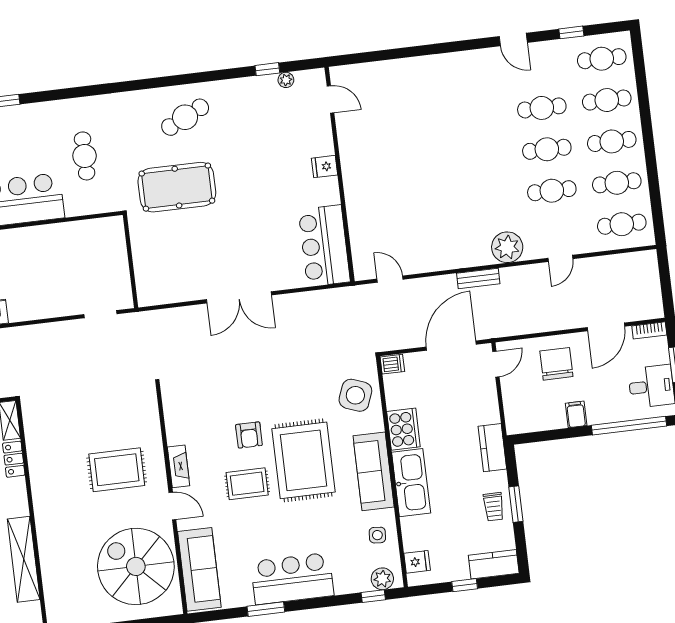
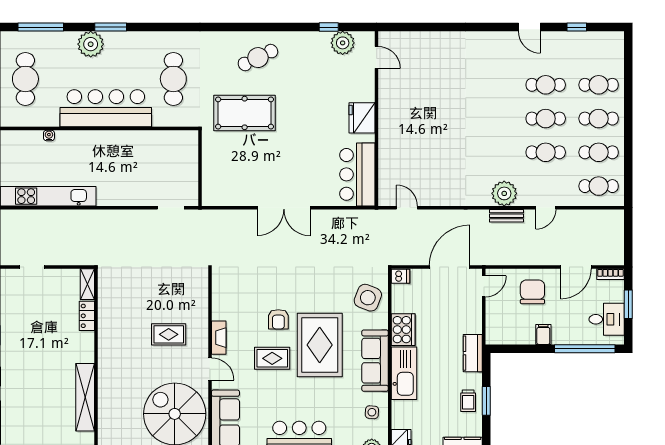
cafe table: (602, 59) -> (599, 51), removed
plant: (286, 80) -> (343, 43), width x1.88, depth x1.88
cafe table: (85, 156) -> (173, 79), width x1.37, depth x1.35
fridge: (325, 167) -> (362, 118), width x1.88, depth x1.34
bench: (478, 278) -> (507, 216), moved
rug: (117, 470) -> (169, 334), width x0.73, depth x0.70

